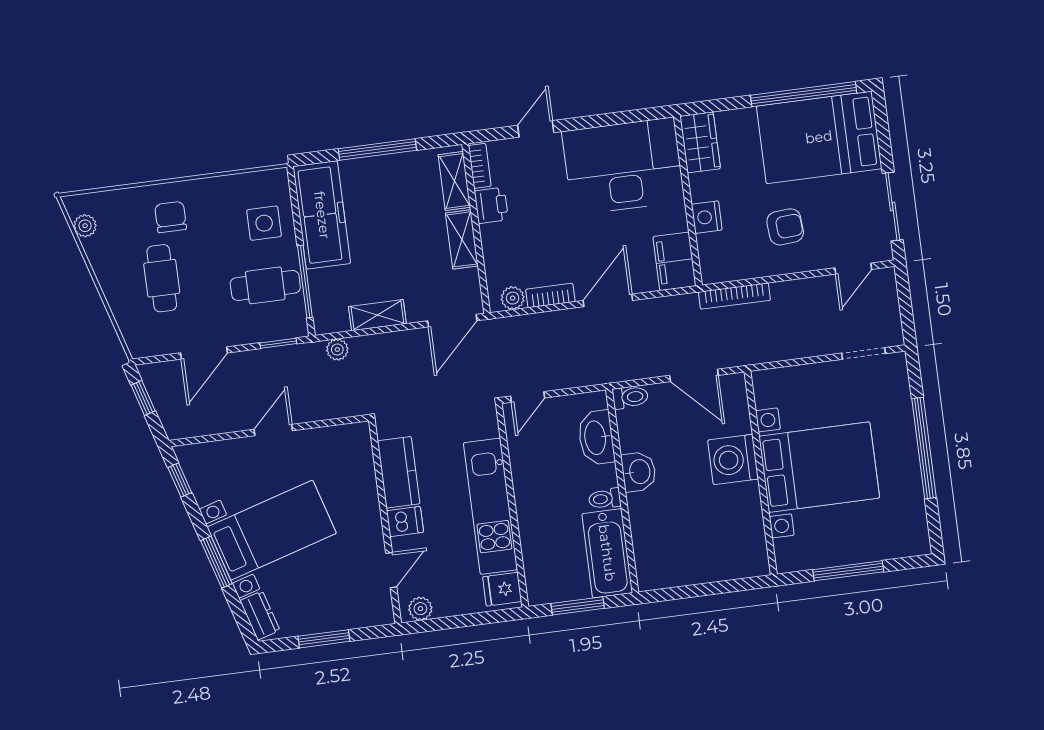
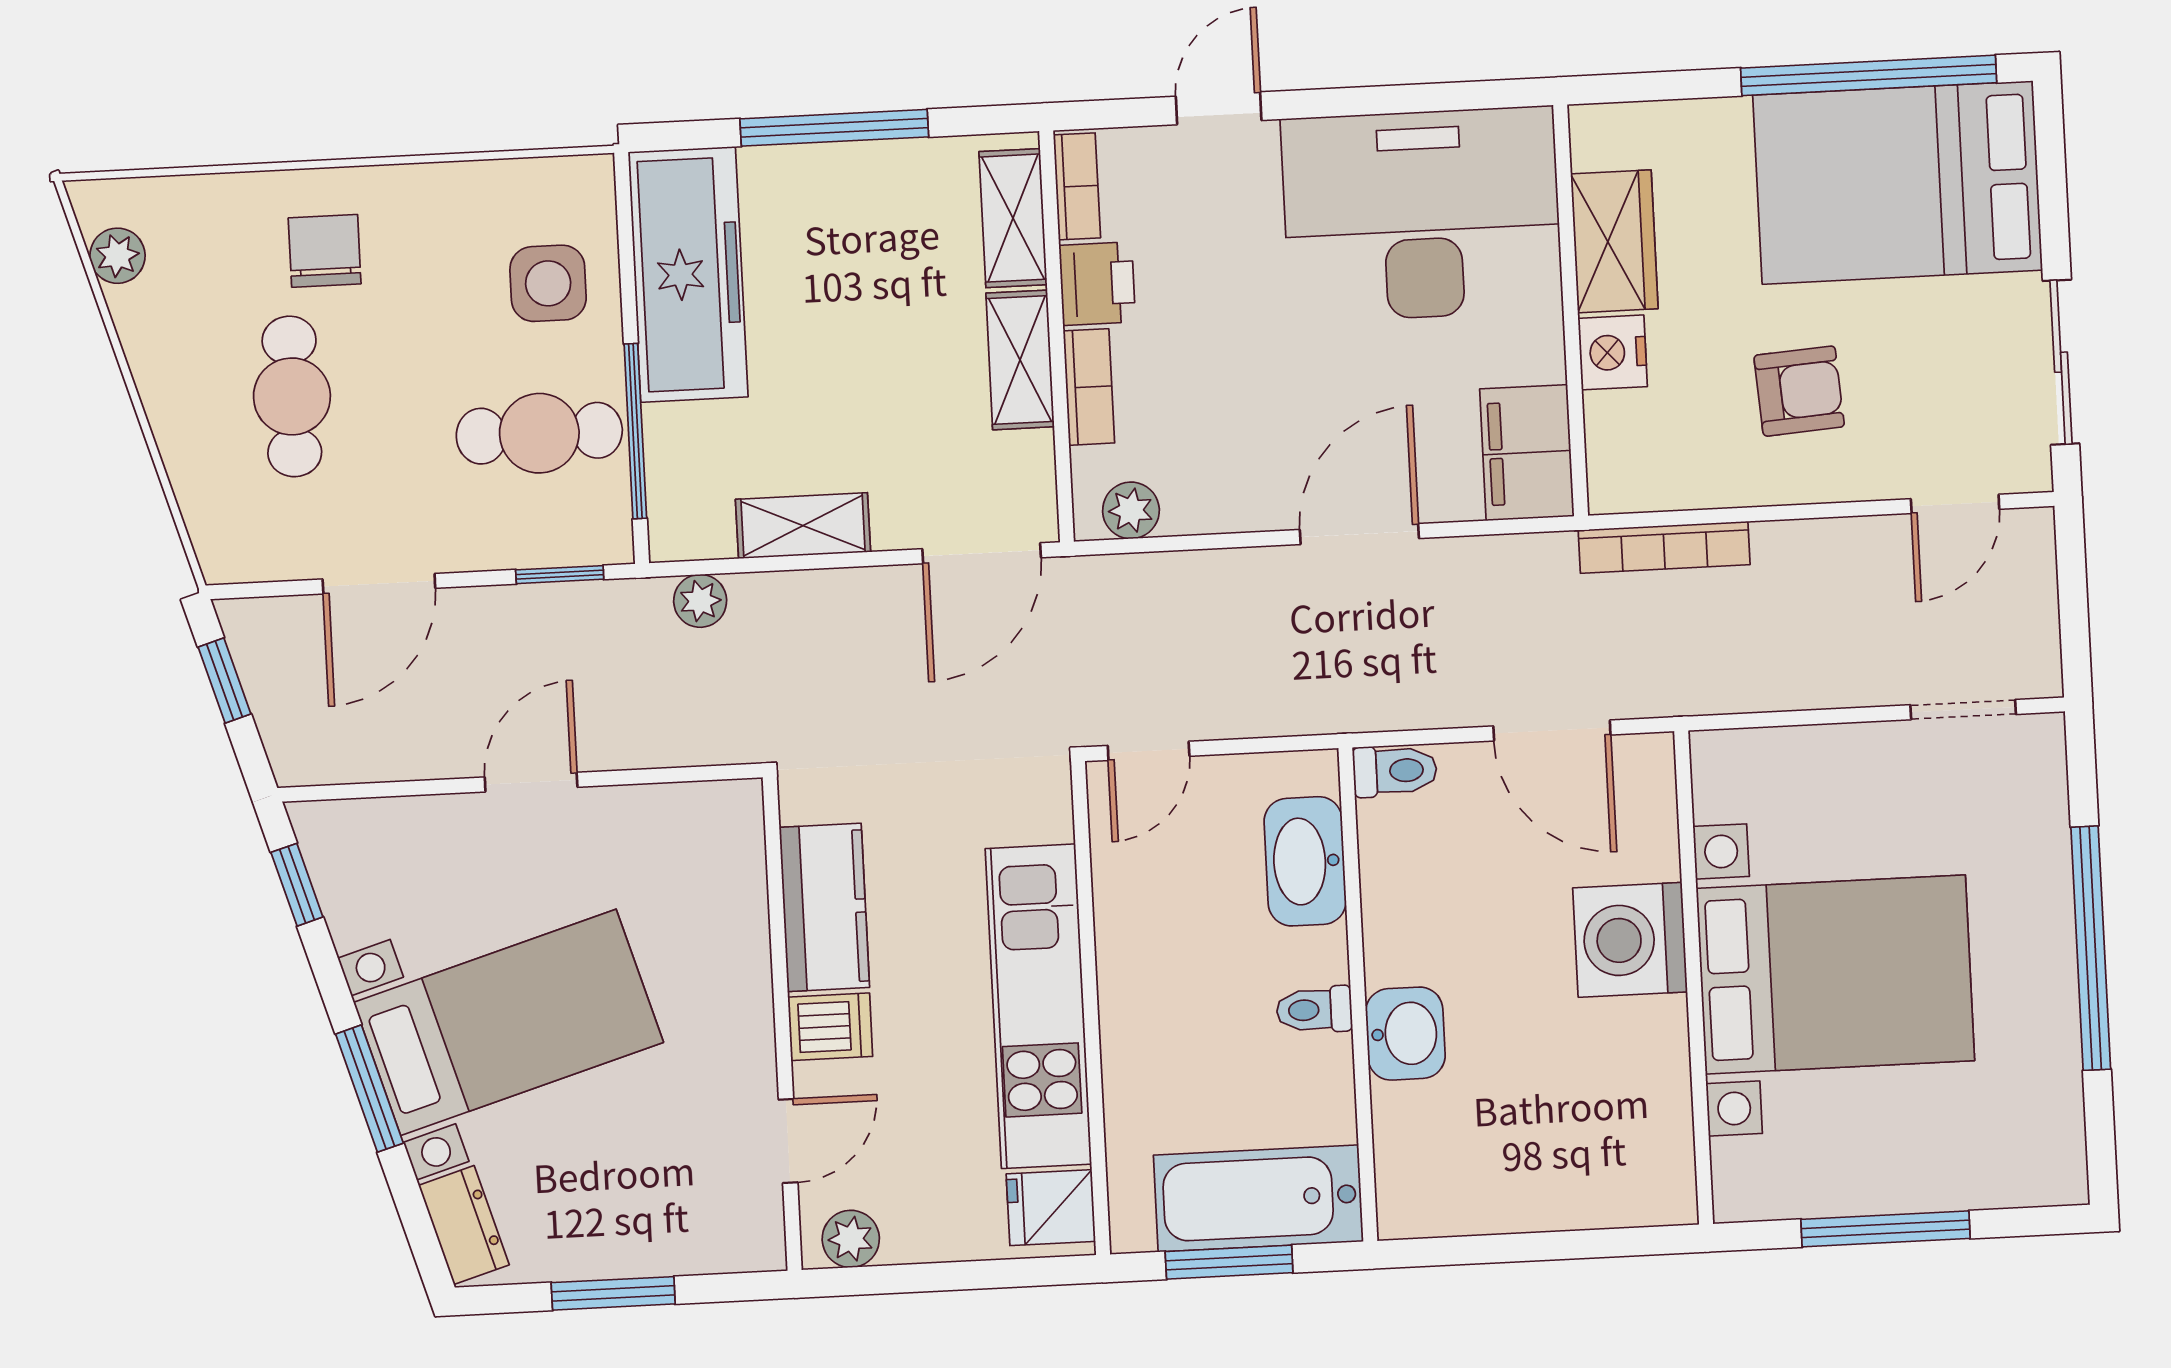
wardrobe: (700, 142) -> (1614, 241), moved
bookcase: (550, 295) -> (1089, 387), moved, turned 90
washbasin: (639, 472) -> (1405, 1034), moved
bathtub: (607, 553) -> (1258, 1198), moved, turned 90

